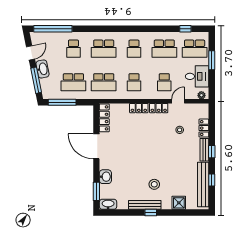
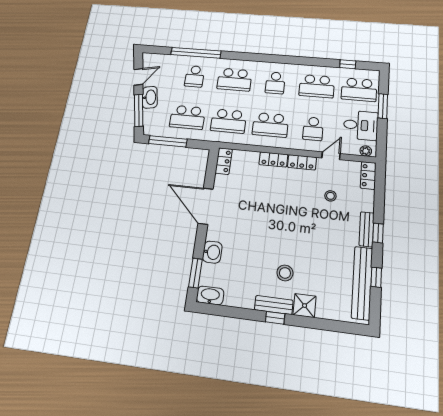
window: (53, 29) -> (196, 53), moved
school desk: (134, 82) -> (270, 125), width x1.85
locker: (104, 118) -> (224, 161), width x0.66
locker: (204, 128) -> (368, 175), moved
shower: (179, 203) -> (305, 306), moved
bench: (145, 205) -> (274, 305), width x0.73

